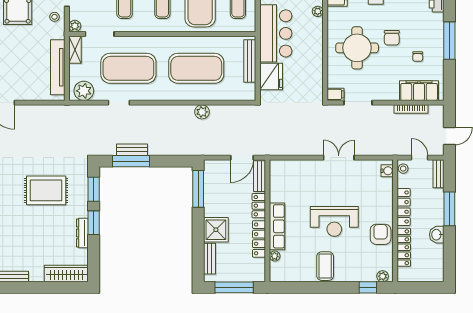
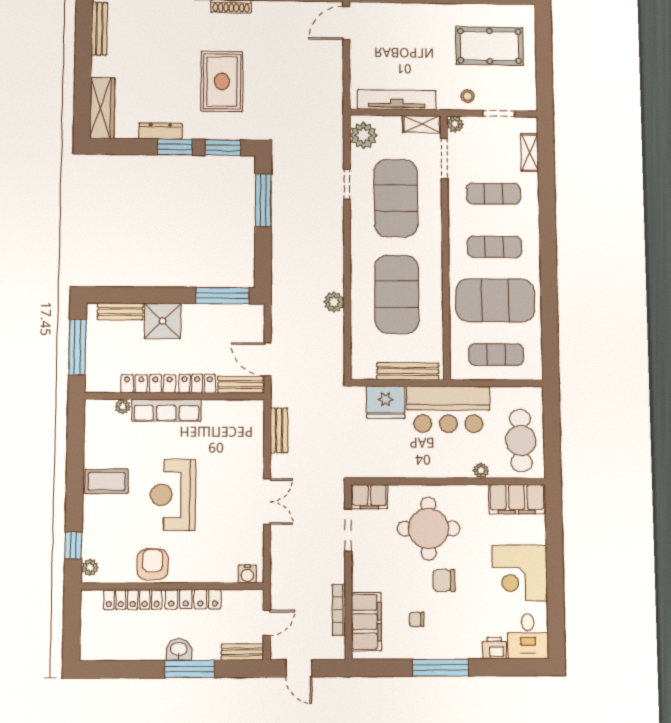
filing cabinet: (335, 94) -> (369, 497), width x2.00
bench: (132, 150) -> (279, 430), moved
stool: (403, 169) -> (250, 598), removed
armchair: (381, 234) -> (153, 564), turned -90
washbasin: (437, 235) -> (179, 650), moved

